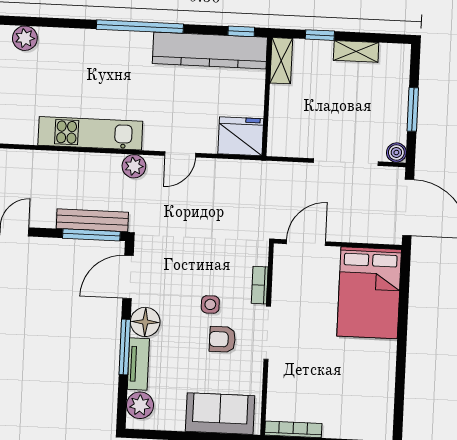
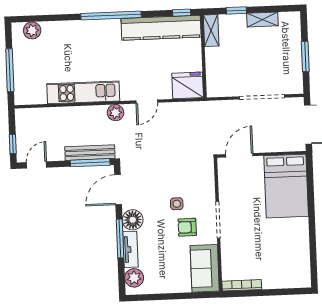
boiler: (396, 152) -> (296, 87), removed
bookcase: (260, 285) -> (210, 187), removed
sofa: (220, 414) -> (205, 268), moved, turned -90

